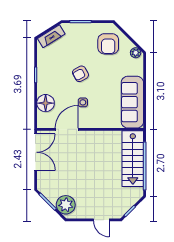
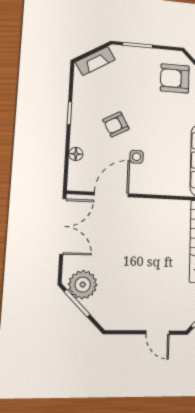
armchair: (108, 44) -> (175, 78), turned 90
armchair: (80, 74) -> (116, 124), moved
floor lamp: (46, 103) -> (76, 154), width x0.53, depth x0.53
plant: (66, 205) -> (83, 285), moved

